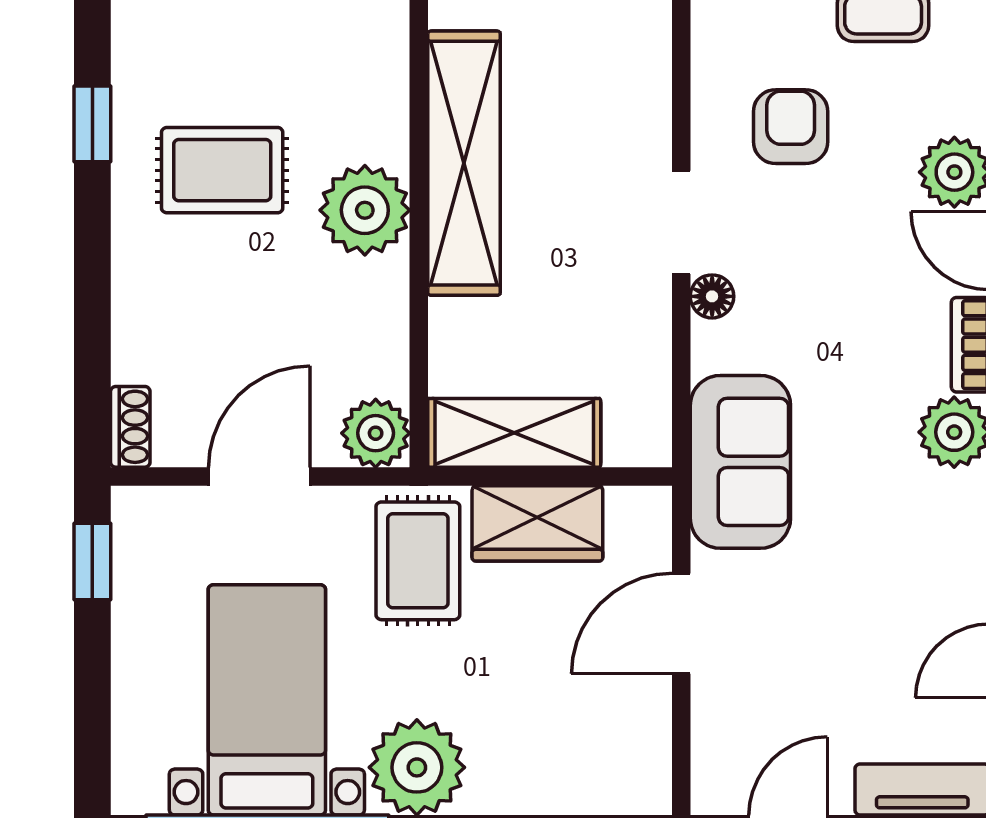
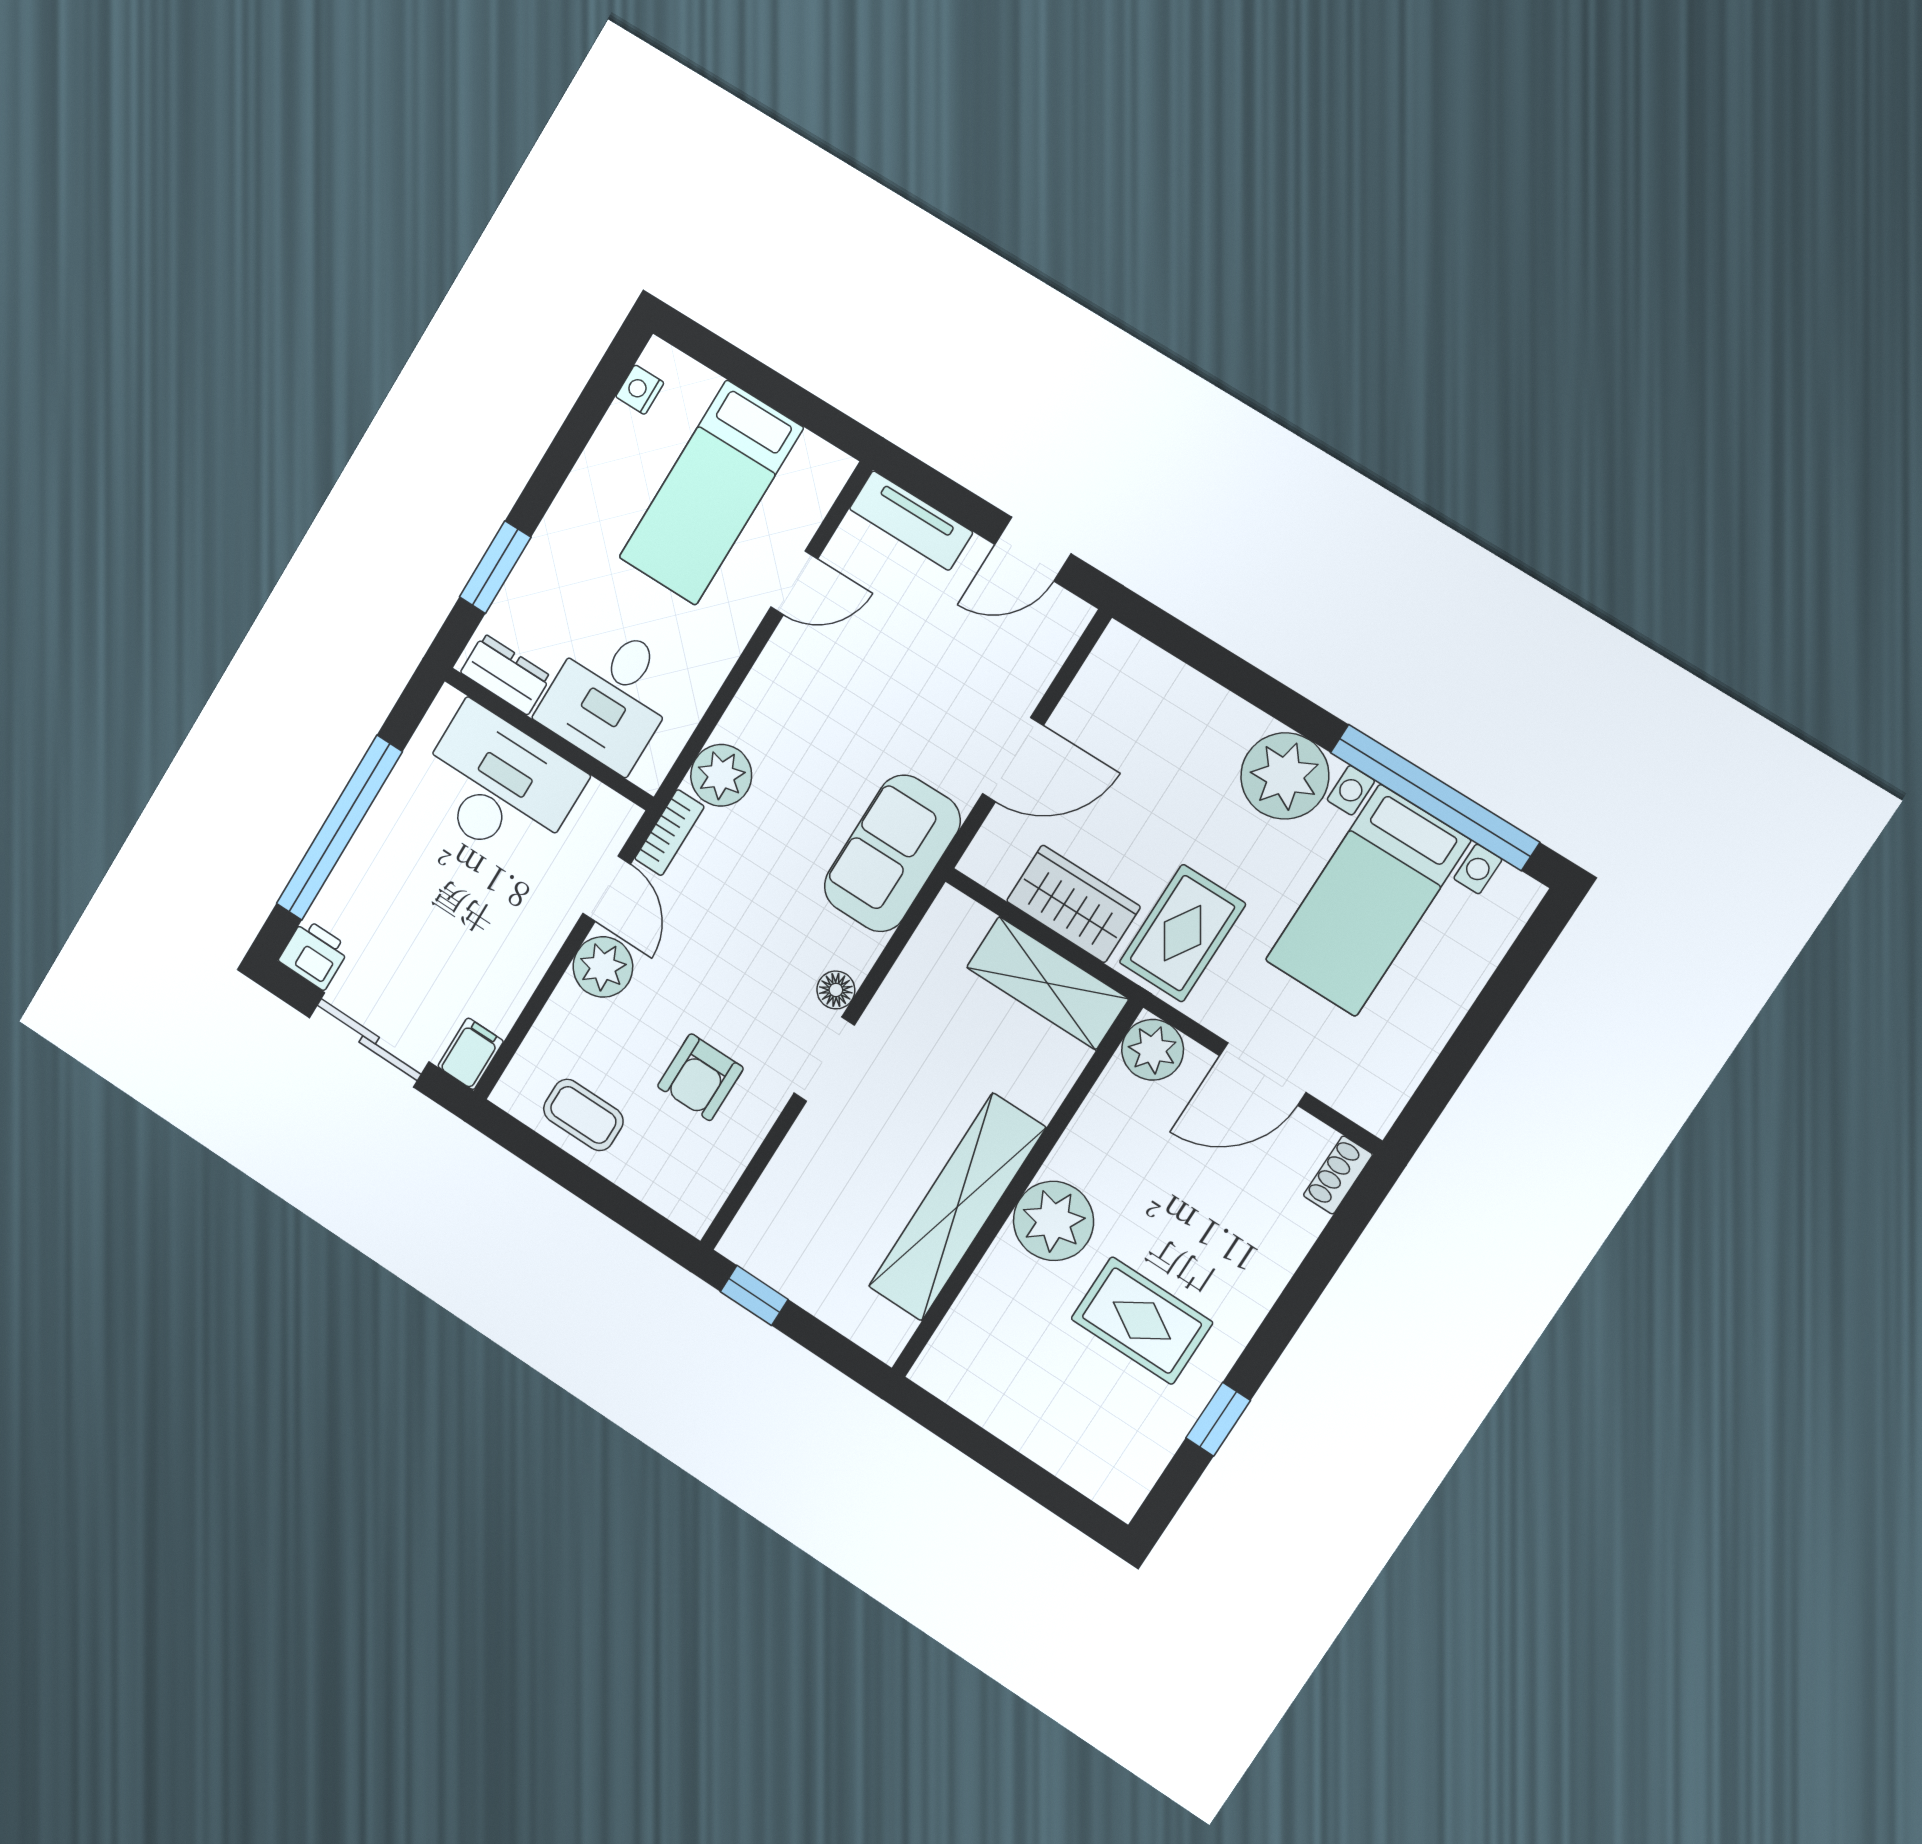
window: (92, 561) -> (1435, 1092), removed

